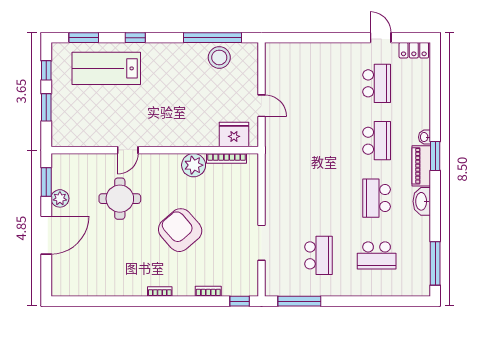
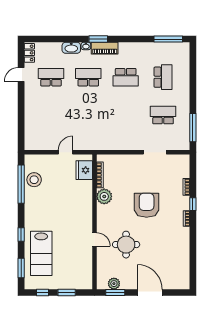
plant: (60, 198) -> (114, 284), moved
washbasin: (422, 201) -> (71, 48), moved
armchair: (180, 230) -> (147, 205), turned 131
window: (240, 301) -> (193, 204), moved

